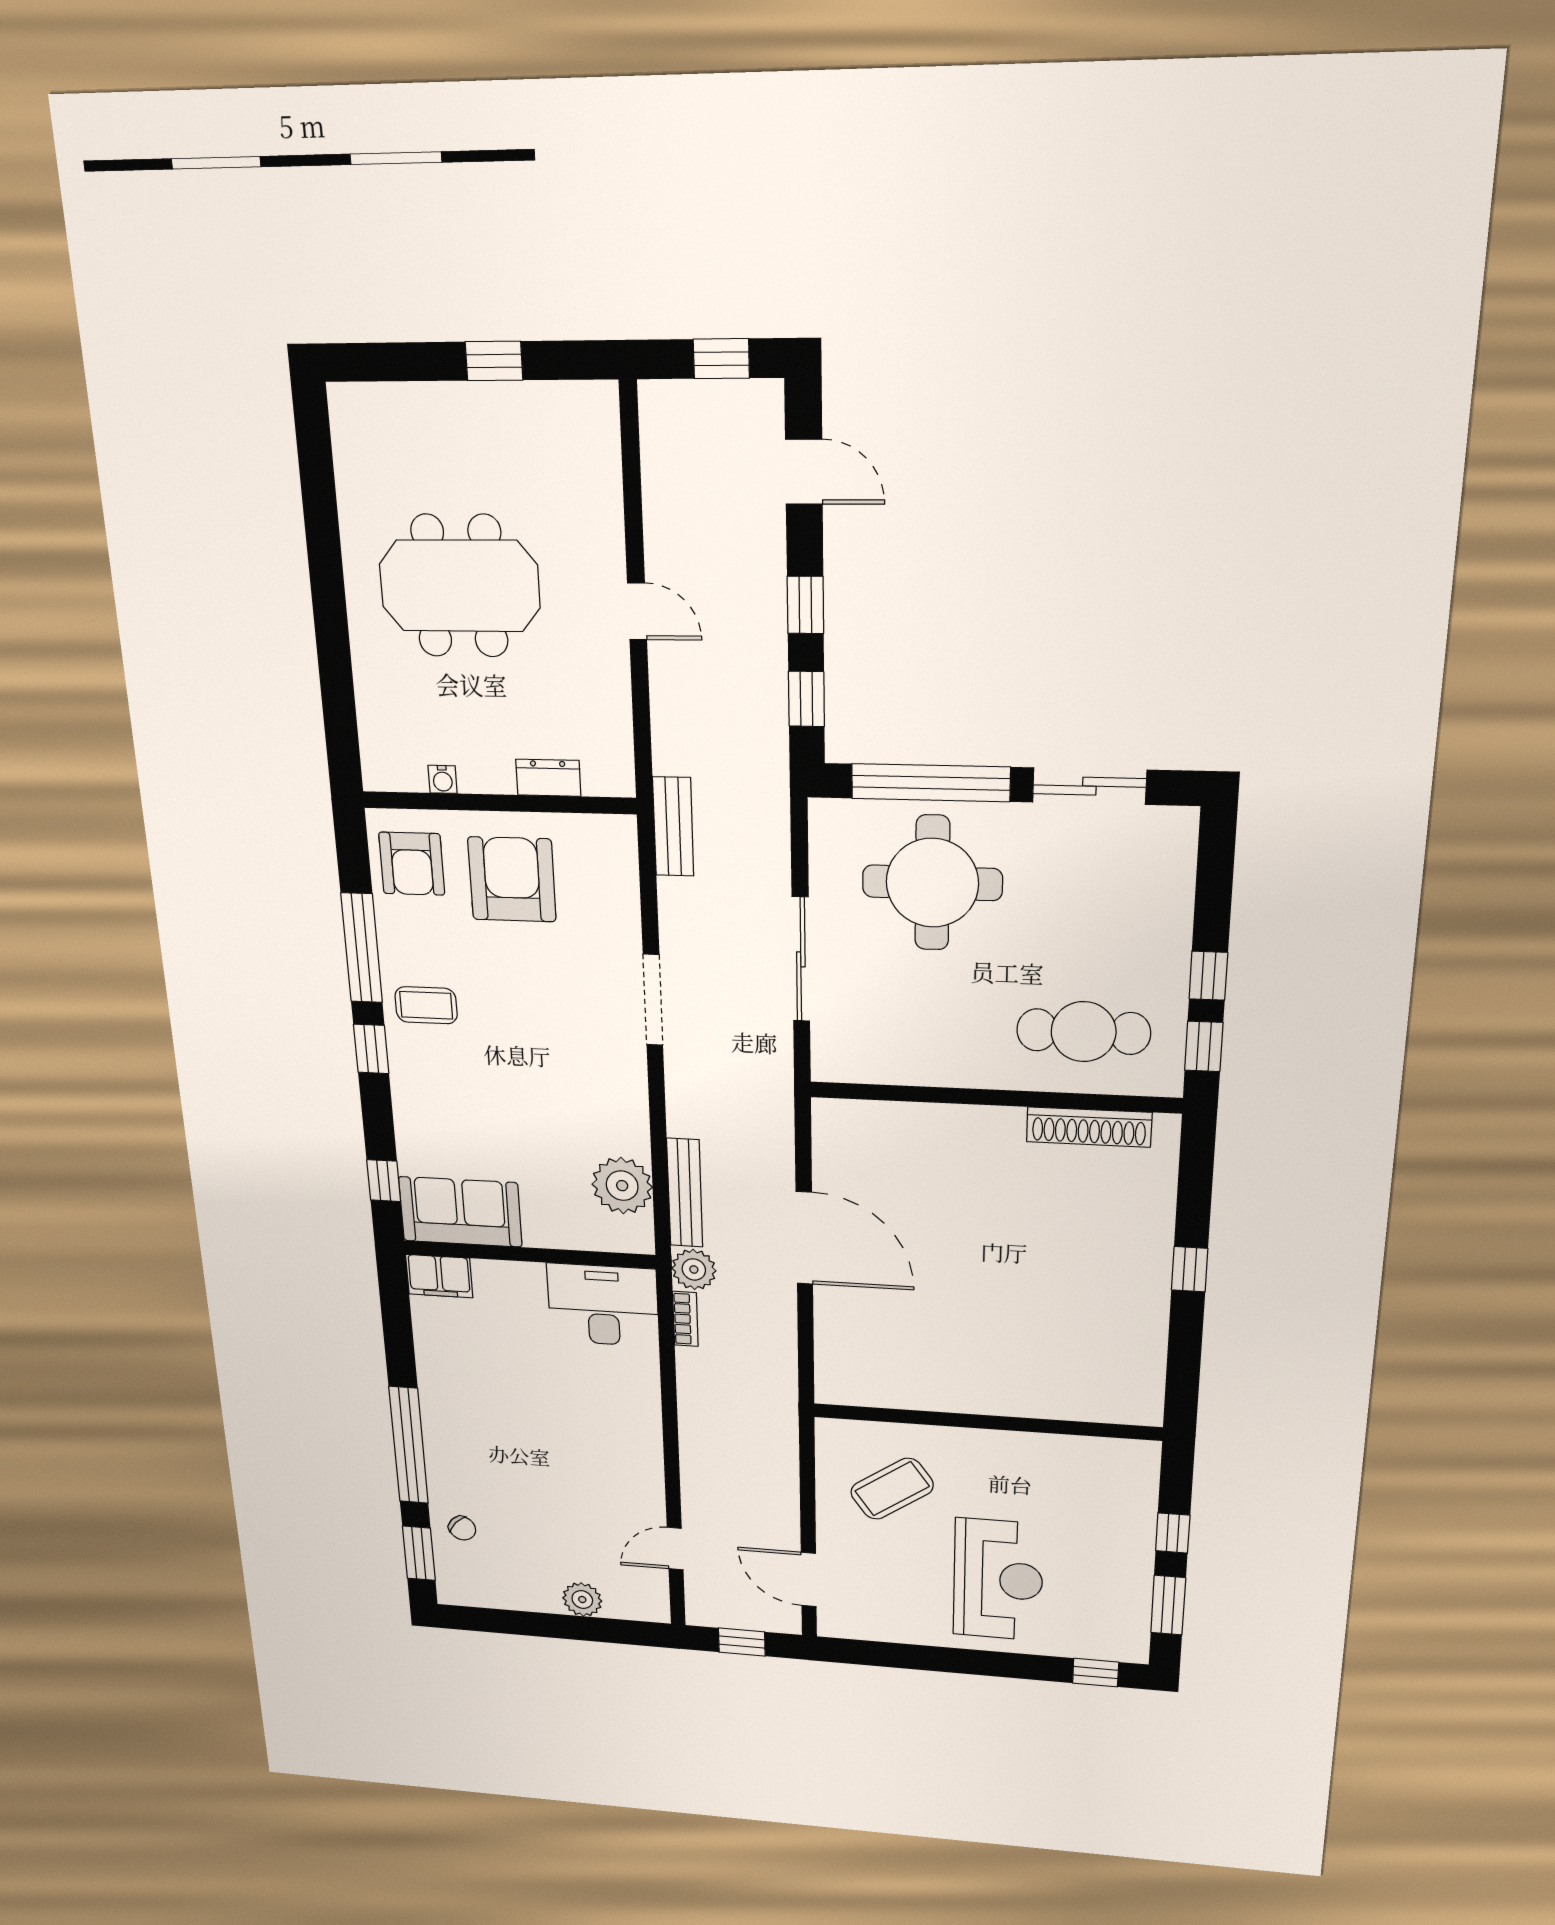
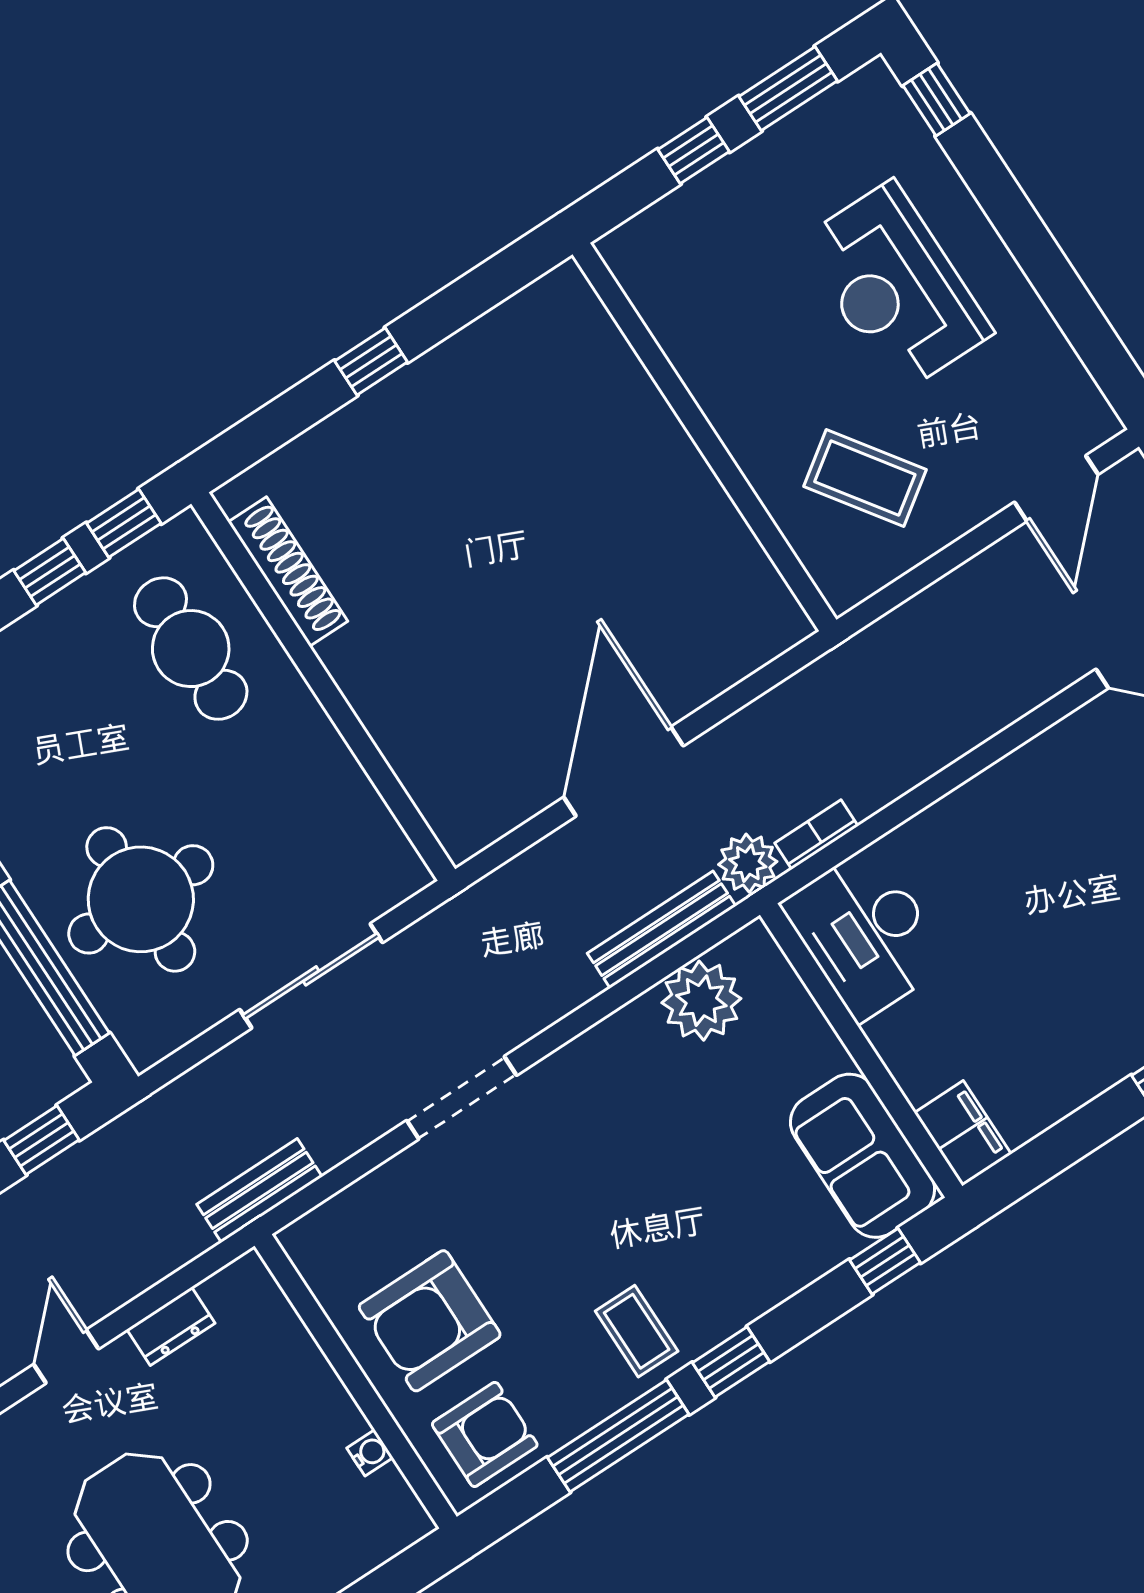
dresser: (548, 778) -> (171, 1326), moved, turned -90
reception desk: (998, 1580) -> (895, 287), turned -90

